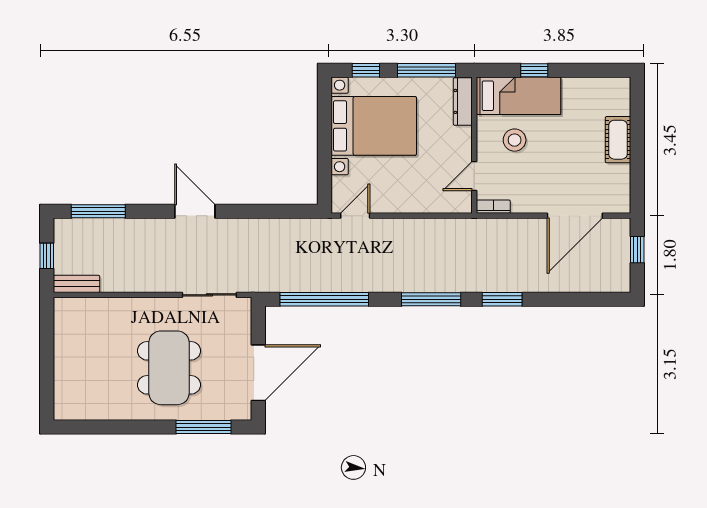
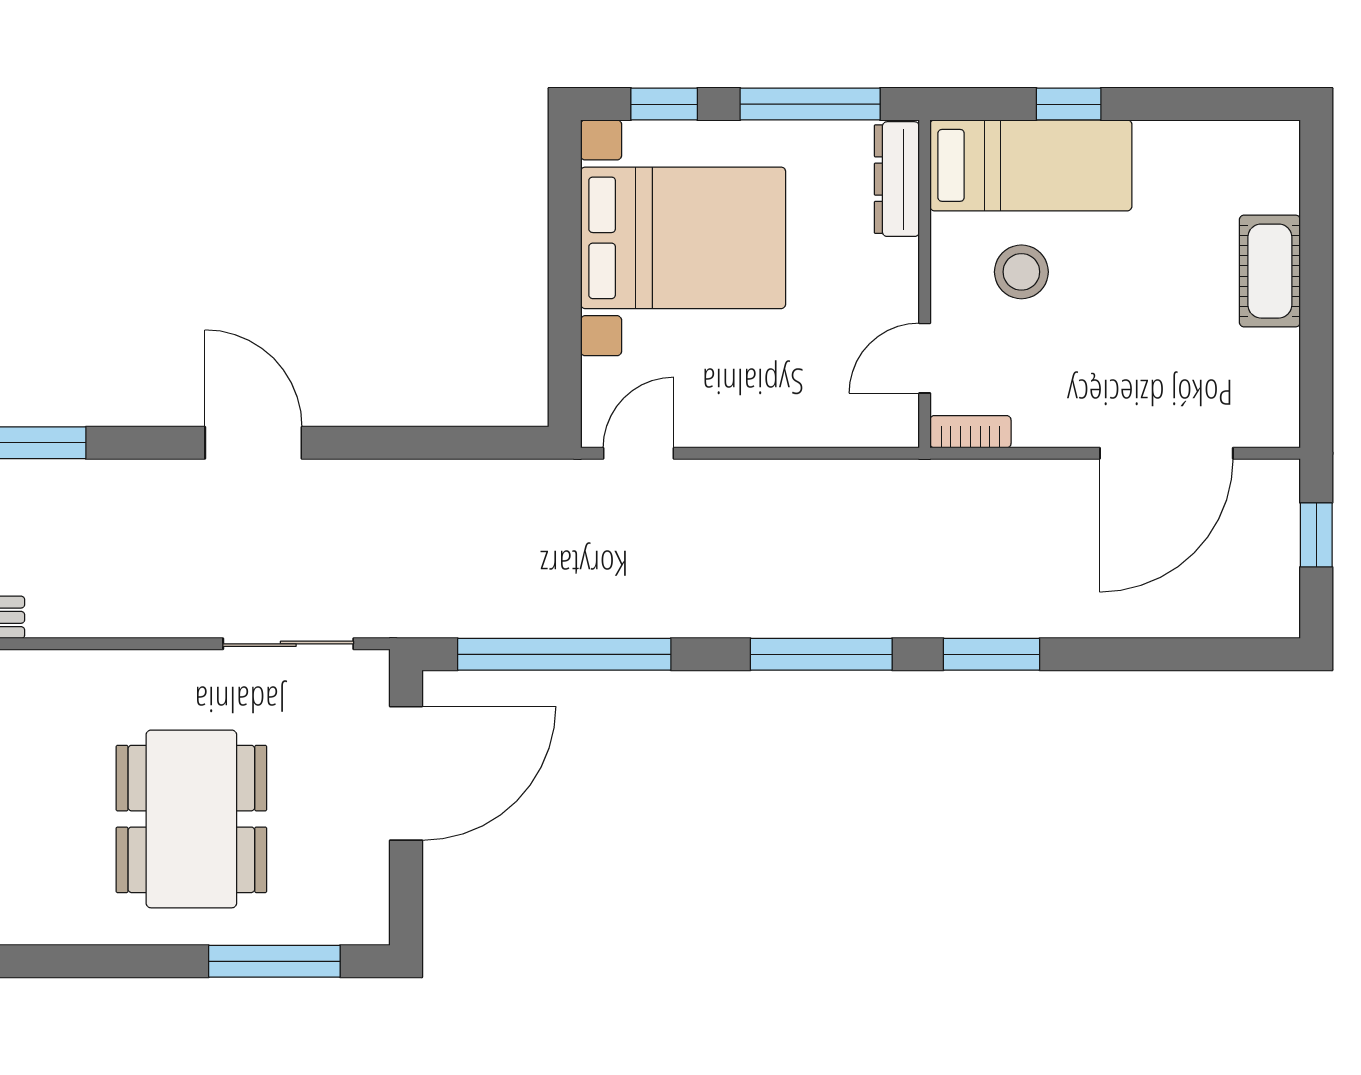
door: (258, 373) -> (406, 773), moved

